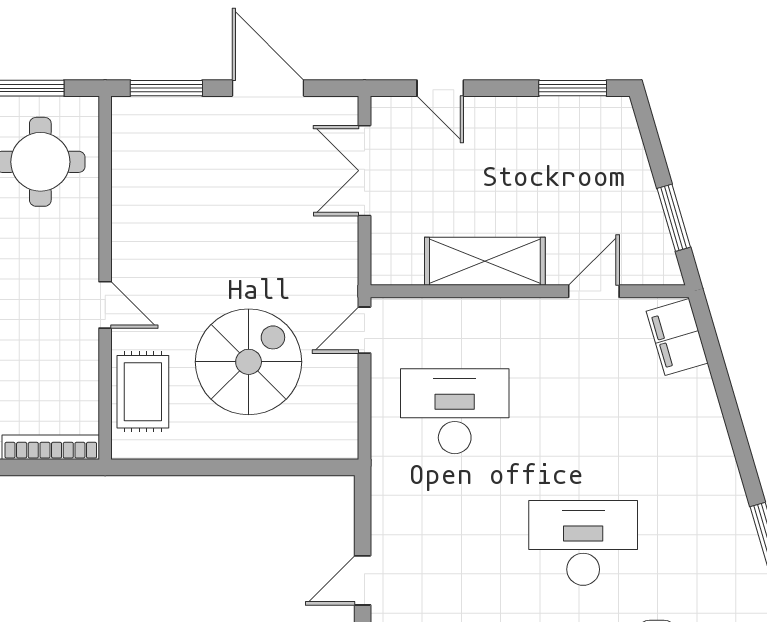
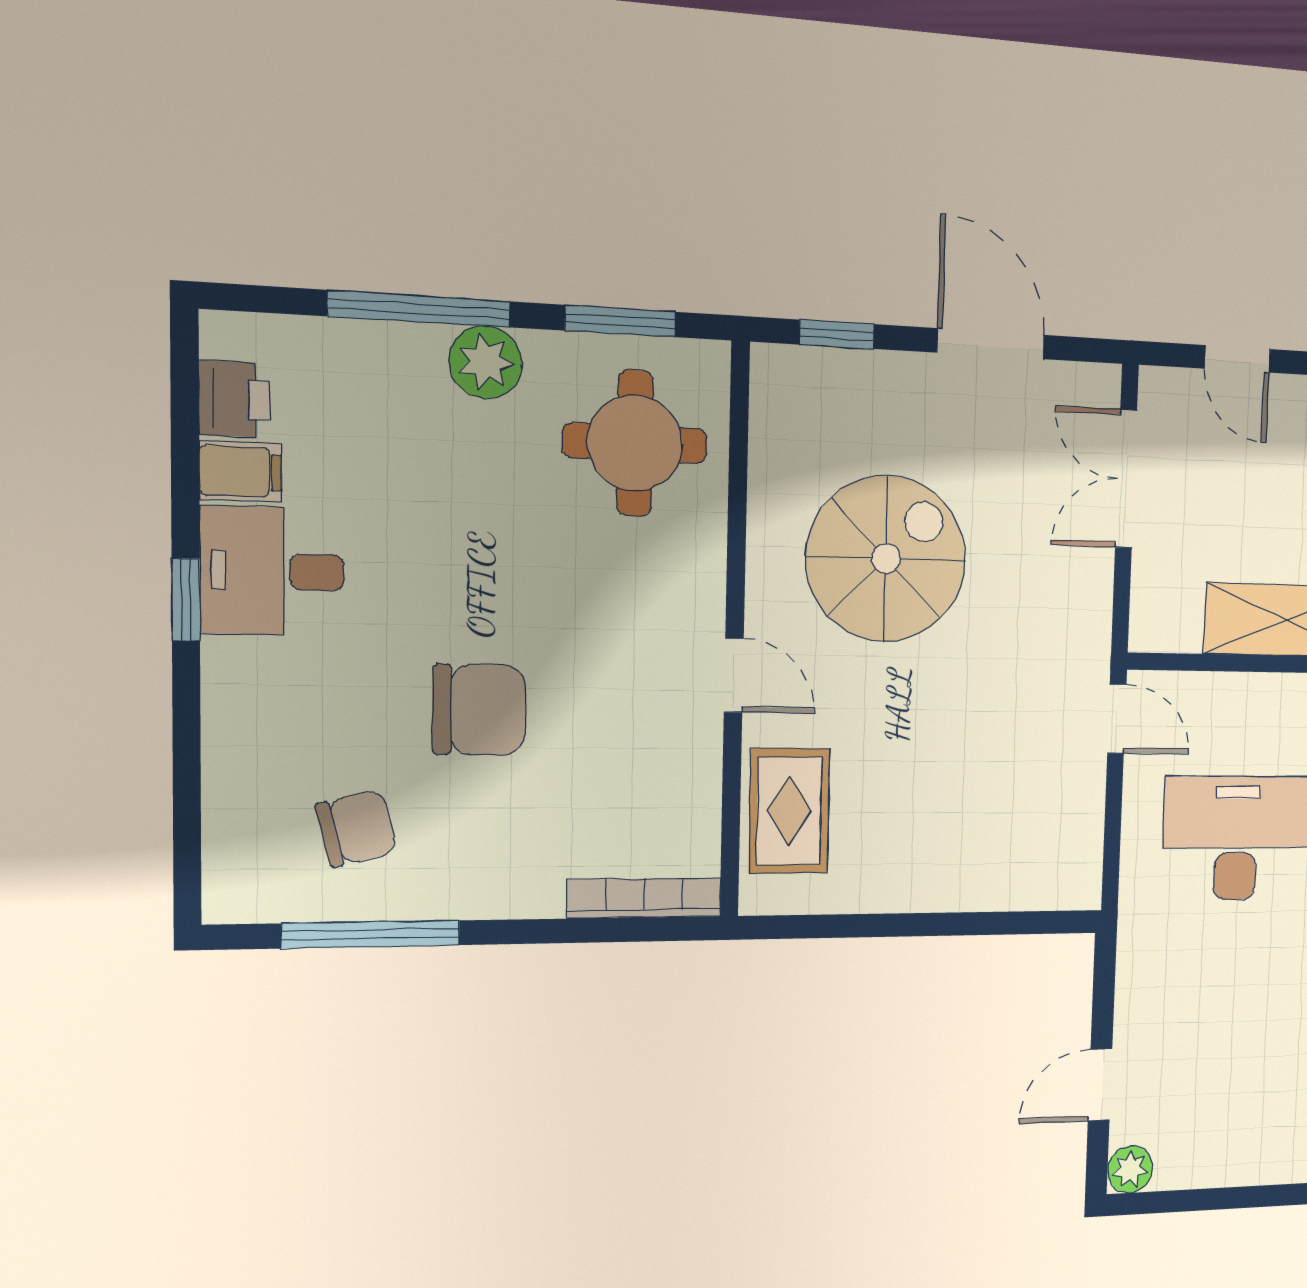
window: (166, 88) -> (837, 334), width x0.67
door: (364, 330) -> (1117, 719), swing flipped
spiral stairs: (249, 362) -> (886, 559), moved

